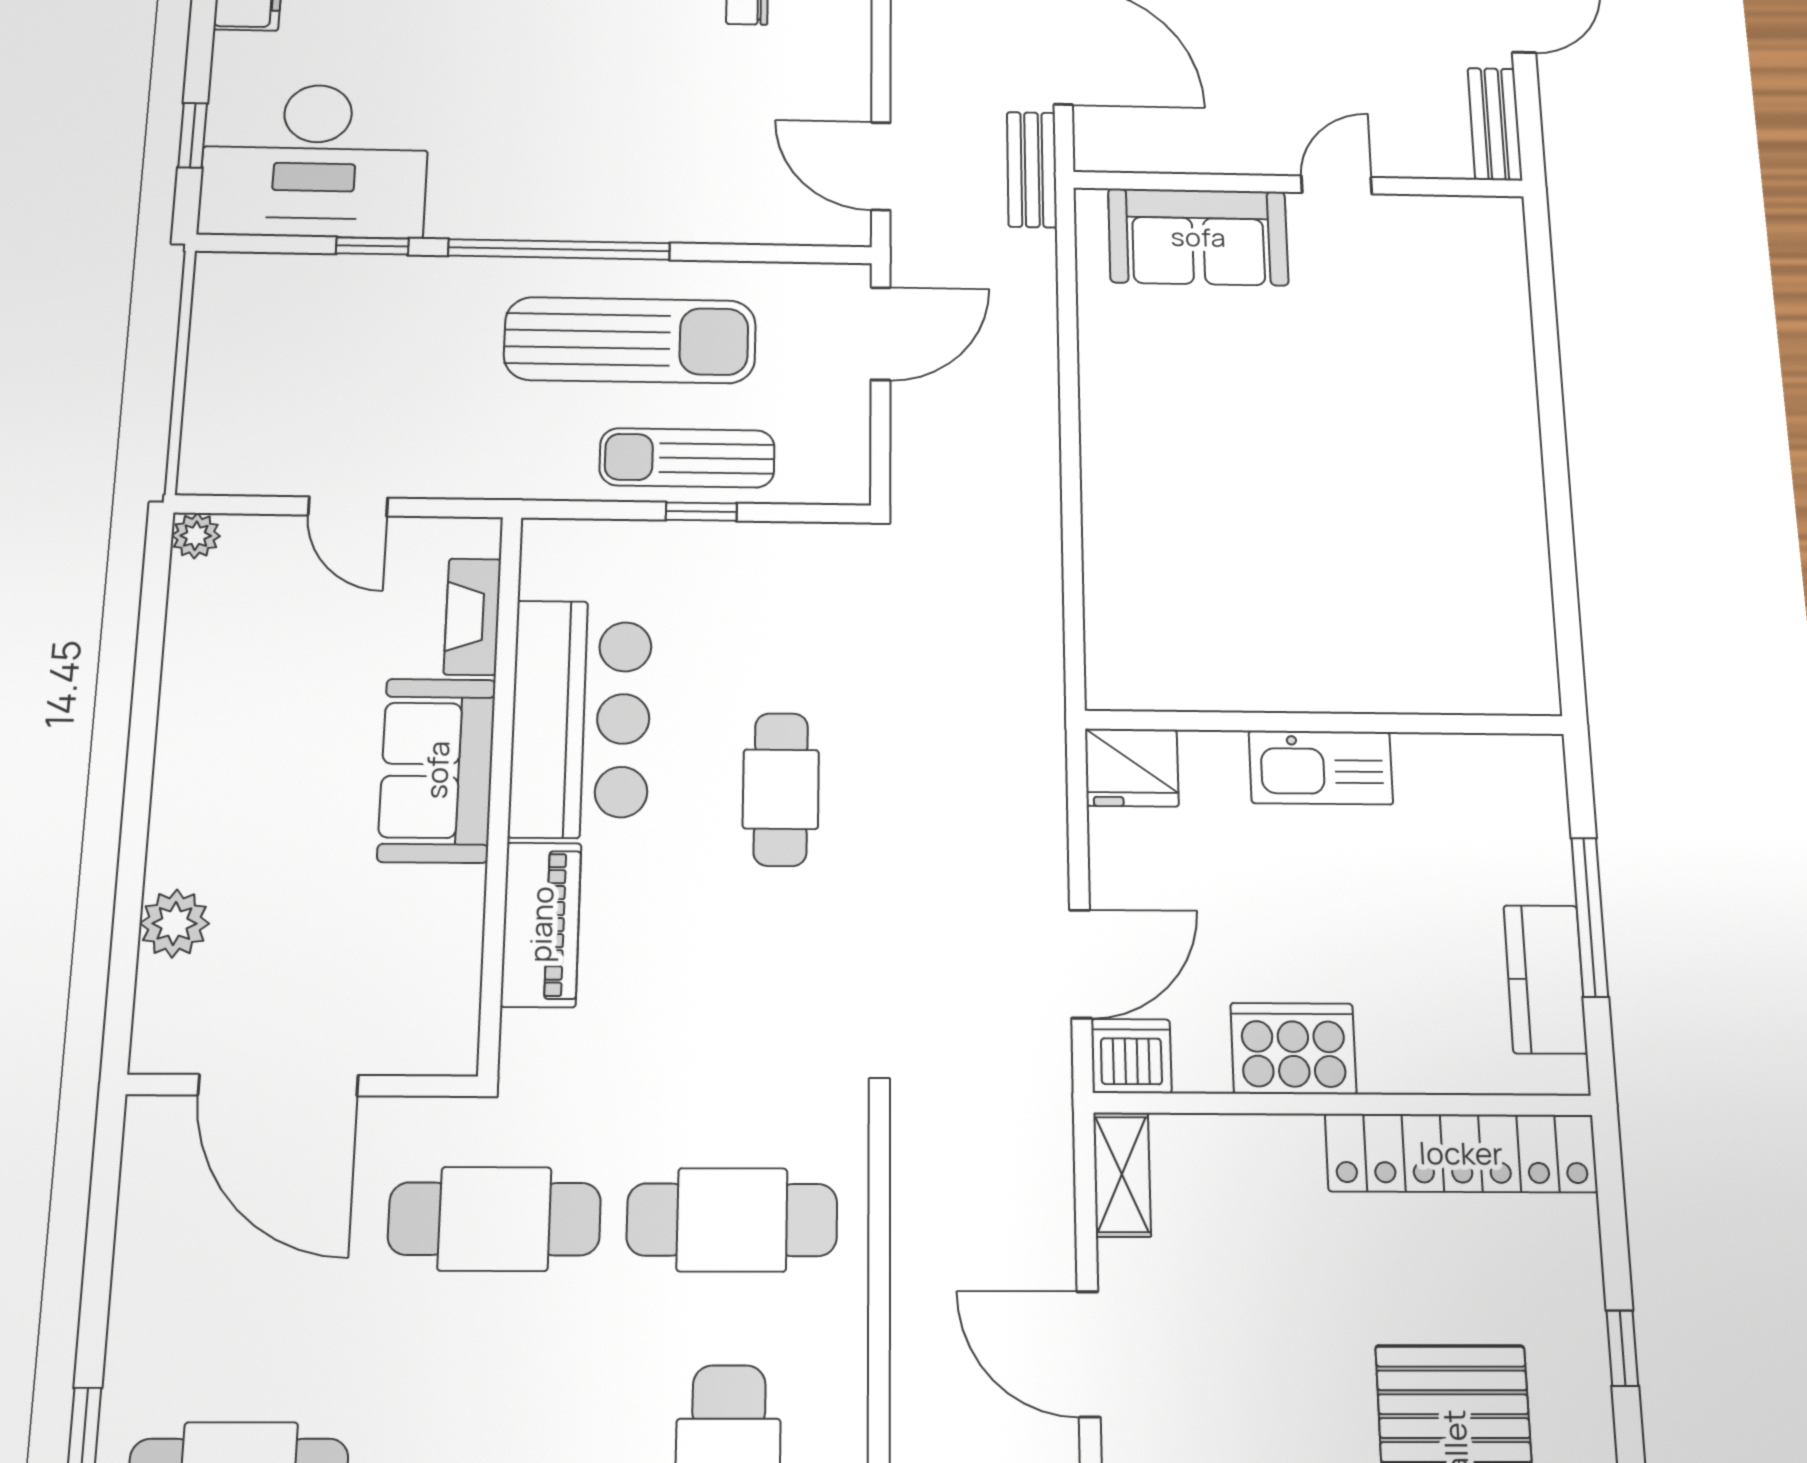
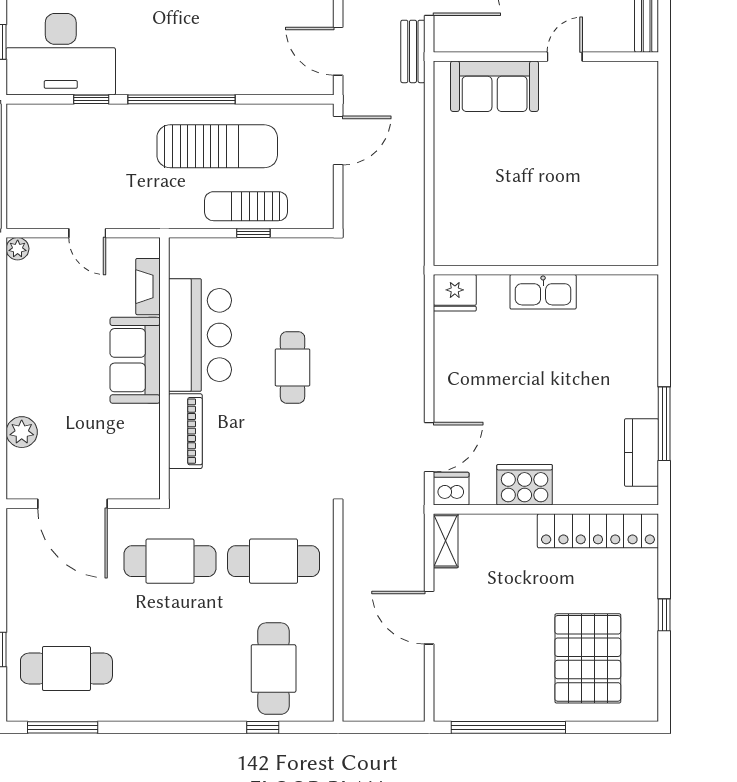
wall: (1325, 722) -> (546, 270), moved
fridge: (1132, 768) -> (455, 293), moved
kitchen sink: (1321, 768) -> (543, 292), moved

